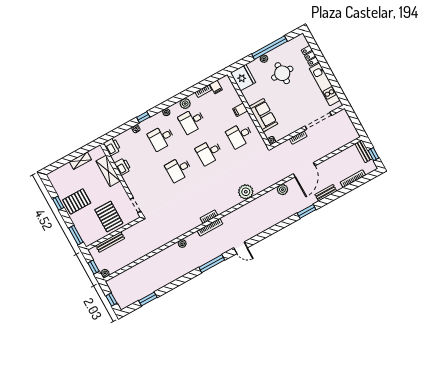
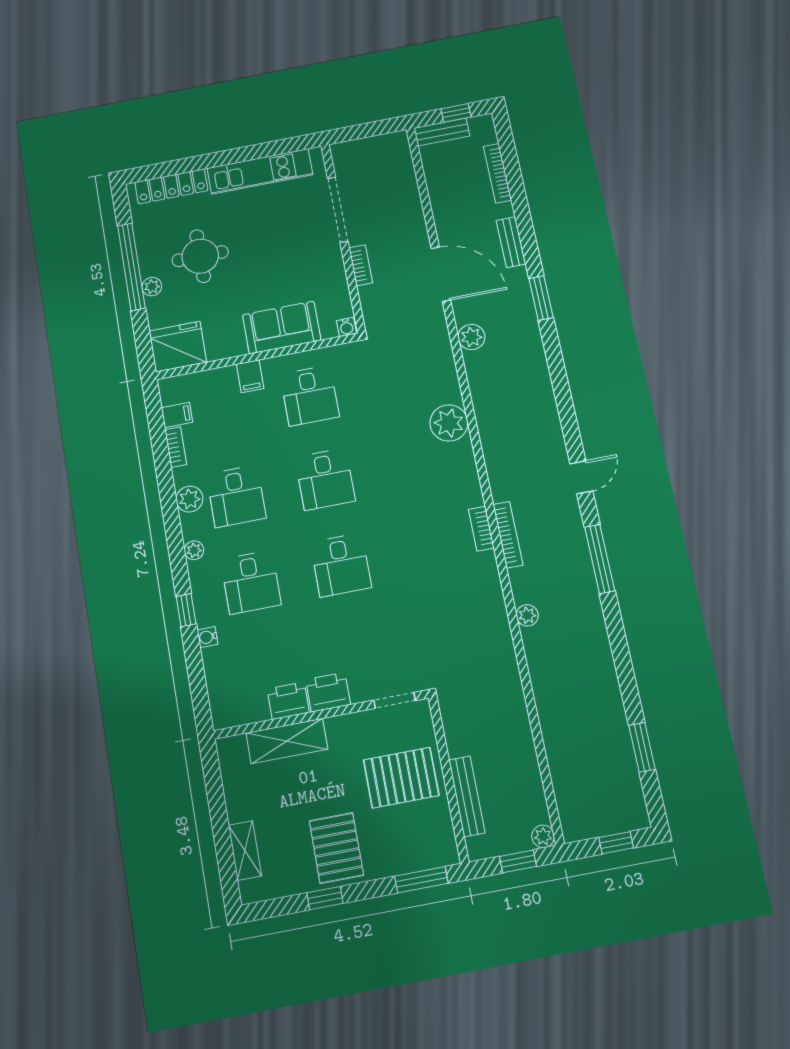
locker: (310, 56) -> (171, 186), width x1.53
printer: (112, 147) -> (328, 692), moved
shelving: (80, 161) -> (245, 851), moved

